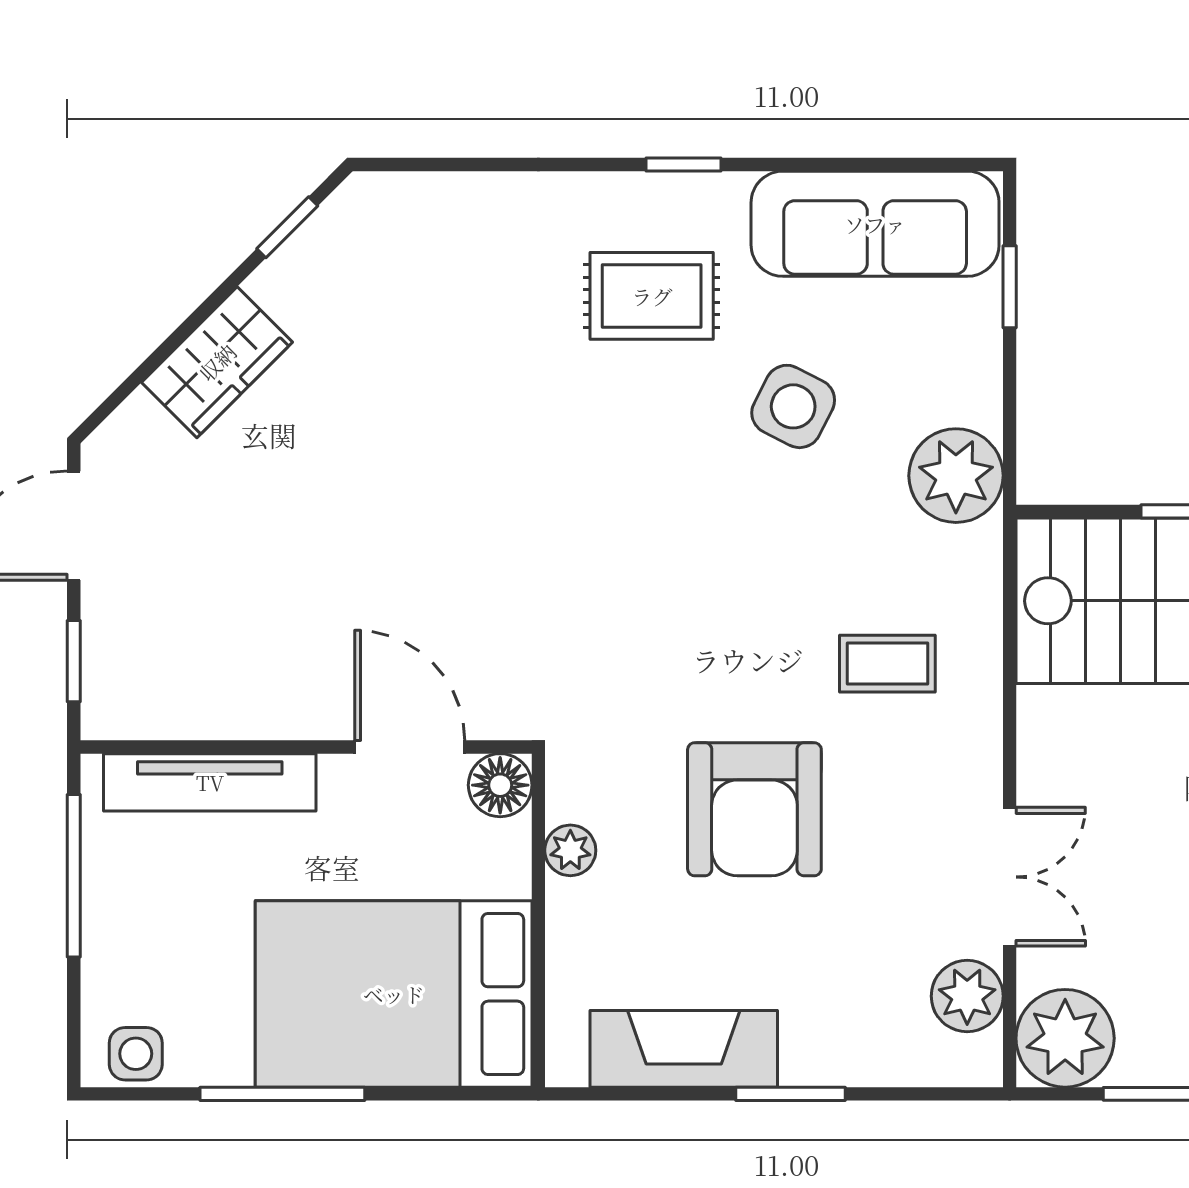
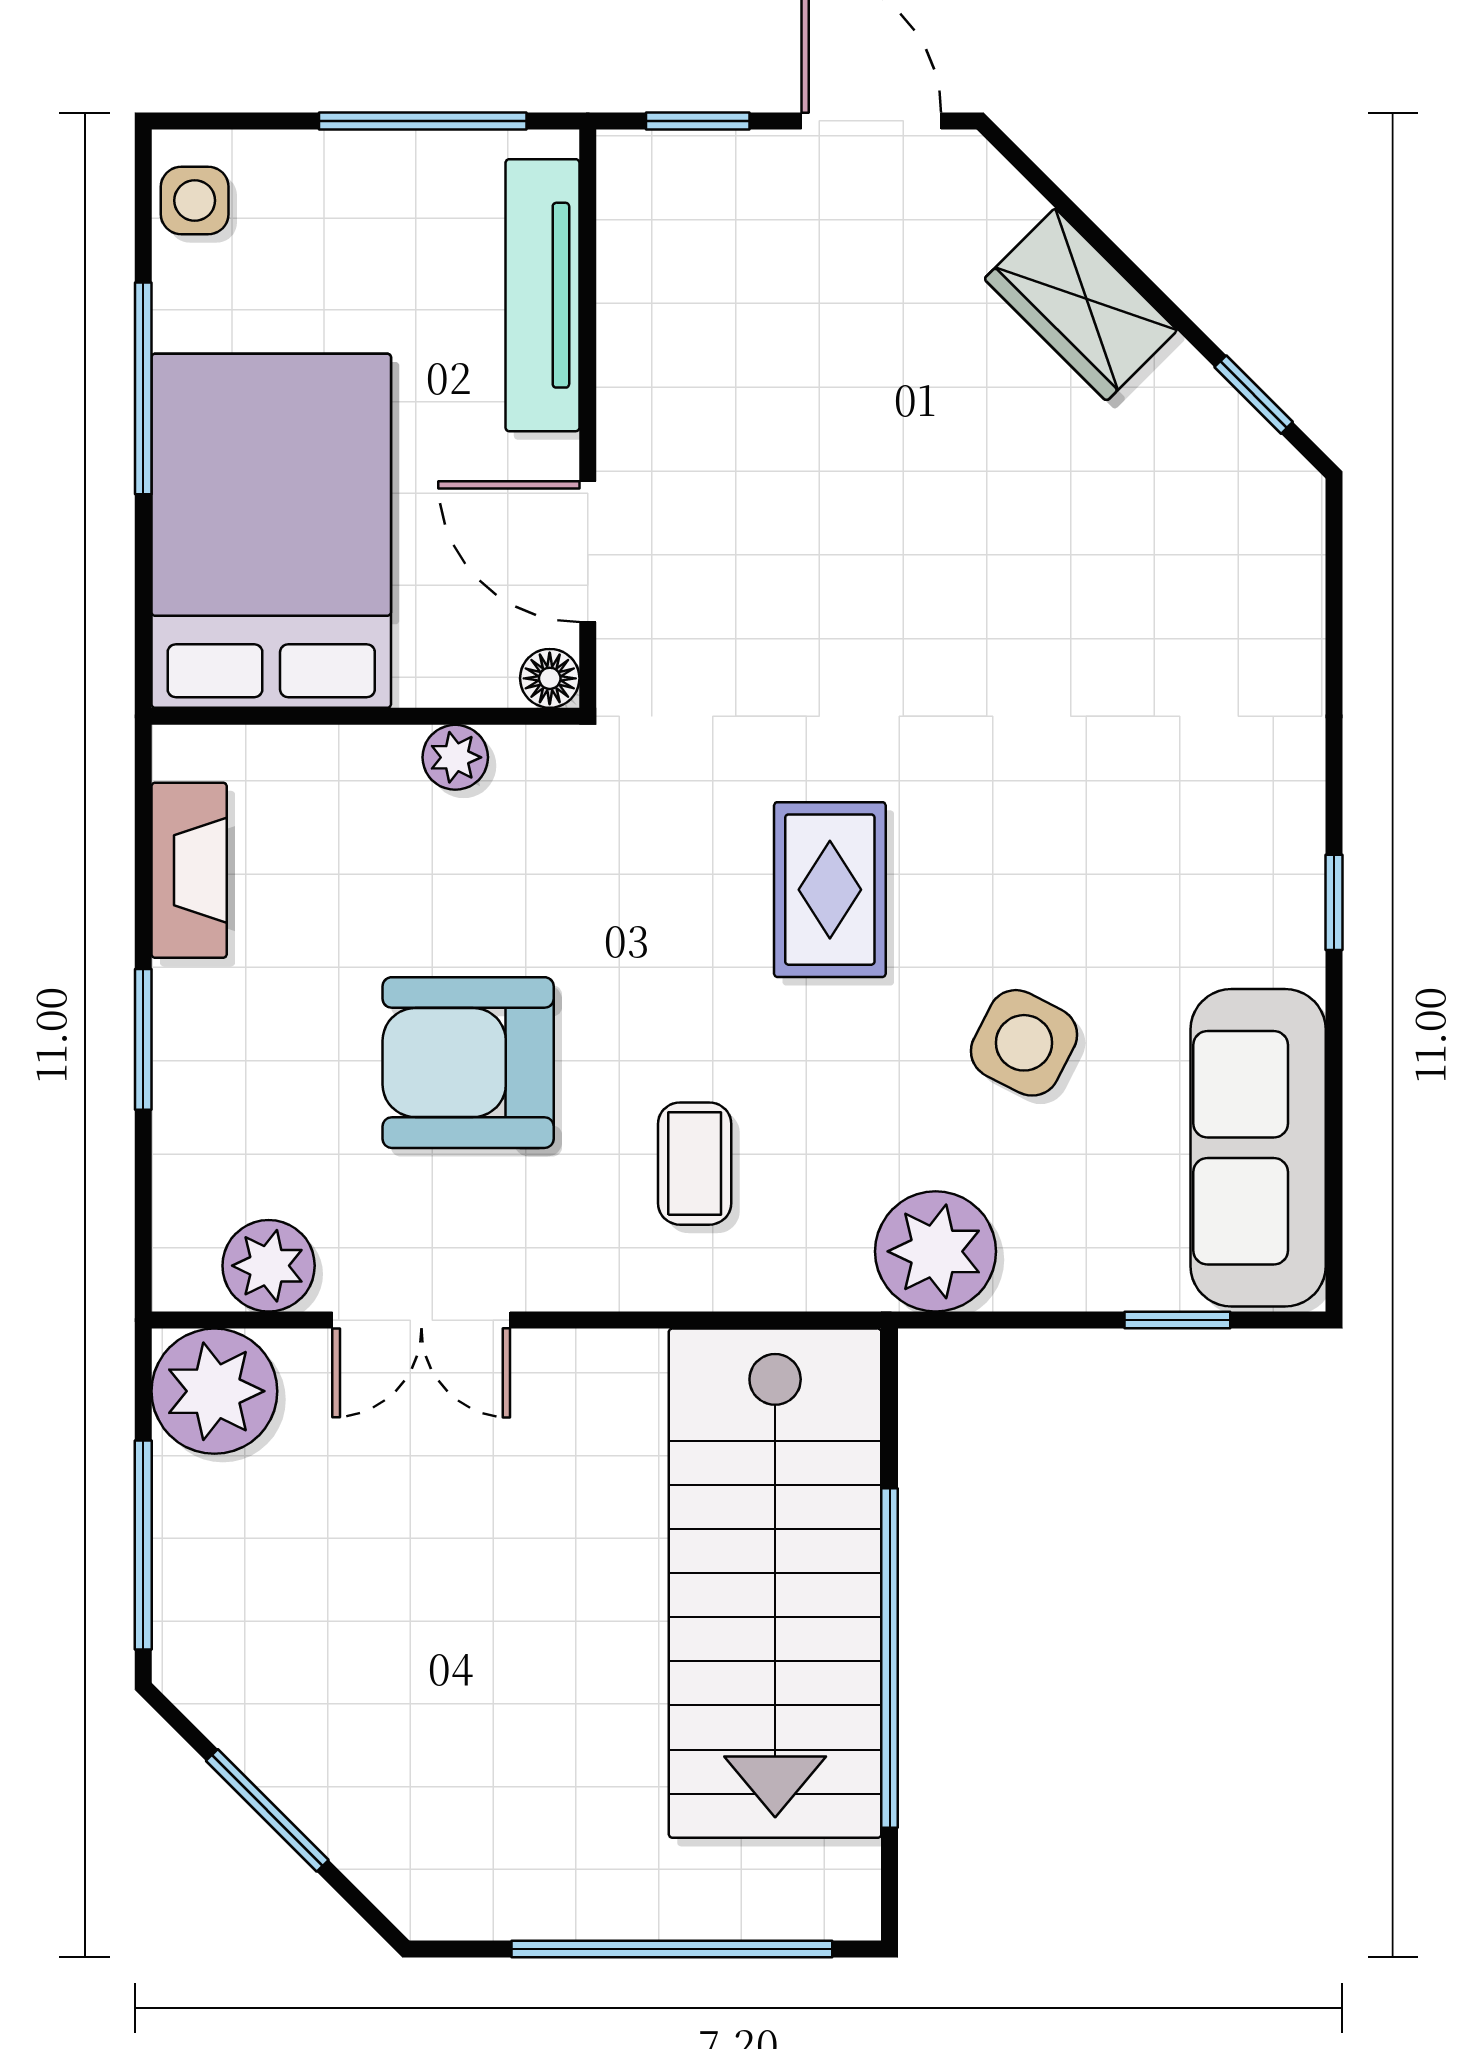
rug: (652, 296) -> (830, 890), moved
door: (410, 747) -> (588, 552), swing flipped
floor lamp: (500, 785) -> (550, 678), width x0.73, depth x0.73
armchair: (754, 809) -> (468, 1063), moved
fireplace: (684, 1049) -> (189, 870), width x0.73, depth x0.76

